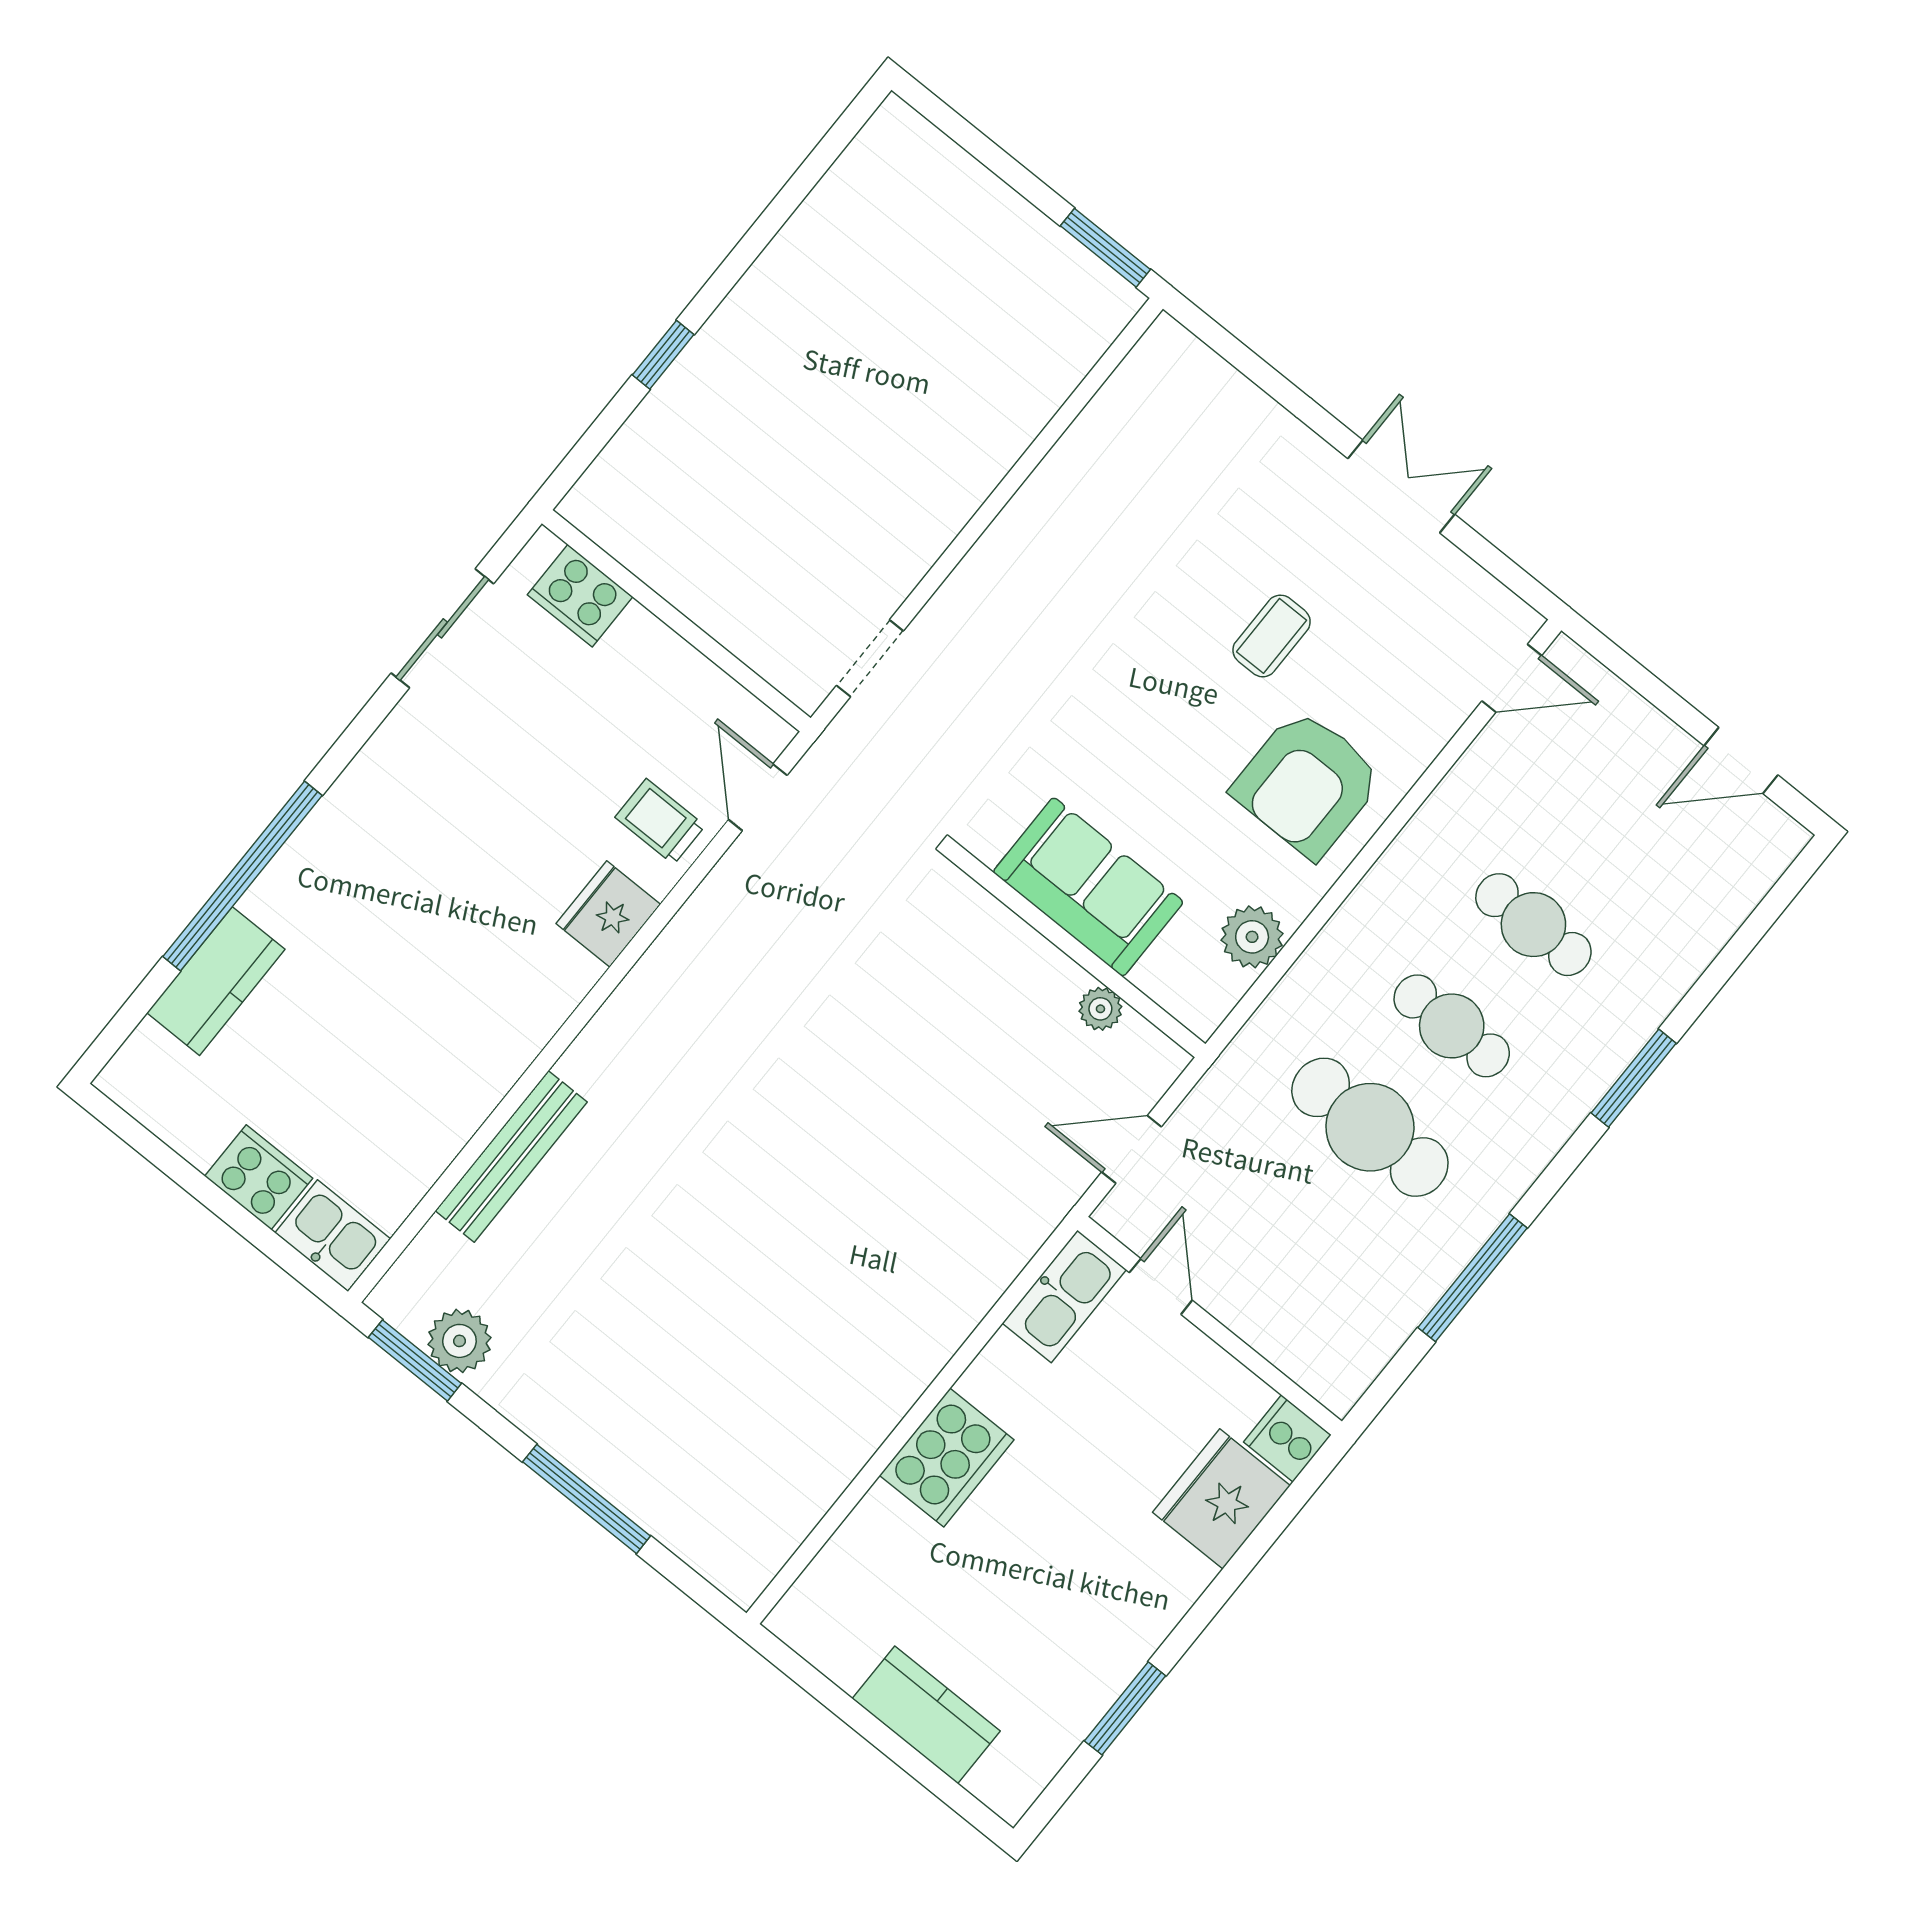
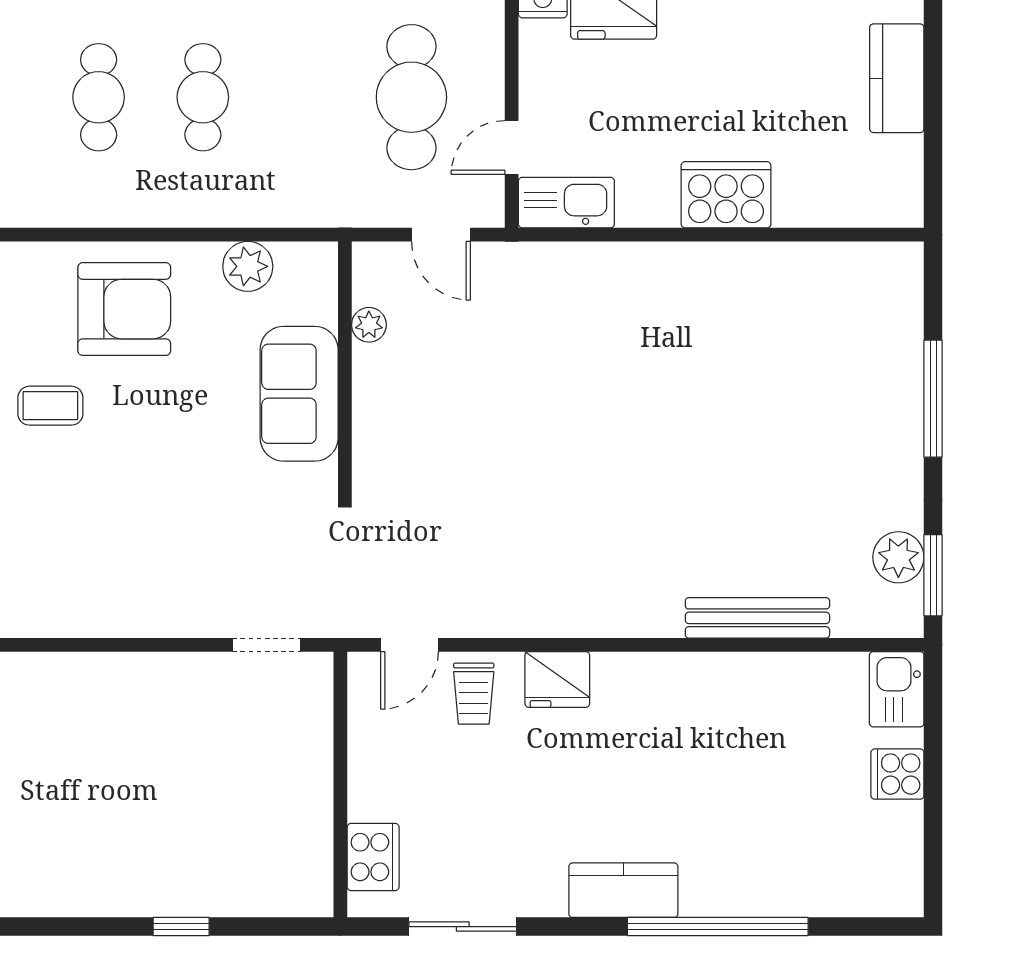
kitchen counter: (216, 981) -> (623, 890), moved
cafe table: (1370, 1127) -> (411, 97), moved
cooker: (259, 1177) -> (897, 774), width x0.73

